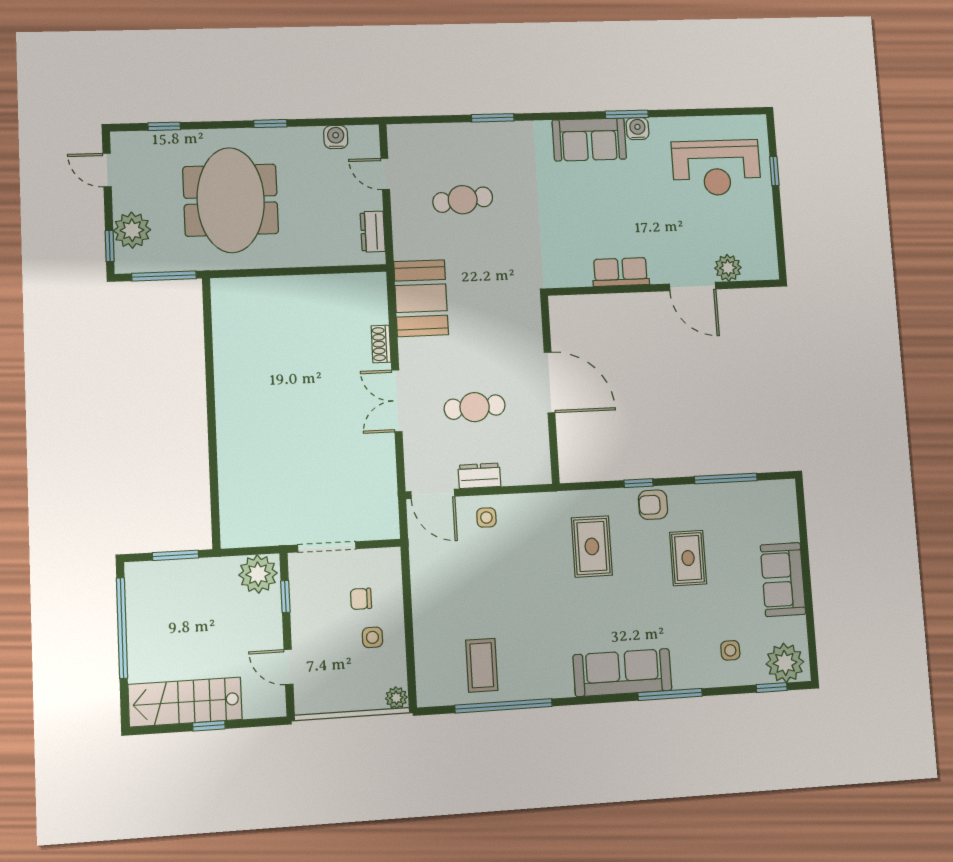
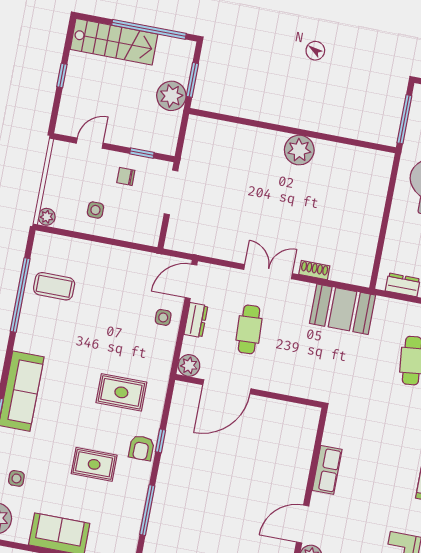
door: (550, 383) -> (227, 387), moved
plant: (234, 398) -> (299, 150), added
plant: (538, 471) -> (189, 365), added
armchair: (653, 505) -> (141, 448), turned 180
plant: (258, 574) -> (171, 96), moved
chair: (361, 599) -> (126, 176), moved, turned -90
stairs: (185, 702) -> (114, 42), moved, turned 90

